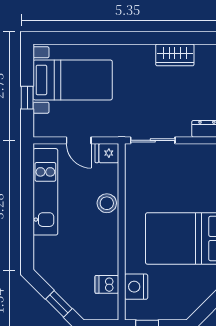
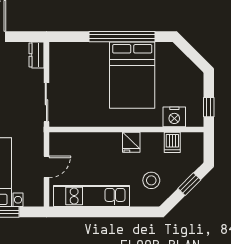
fridge: (107, 153) -> (131, 142), moved
stool: (107, 203) -> (151, 180), moved

